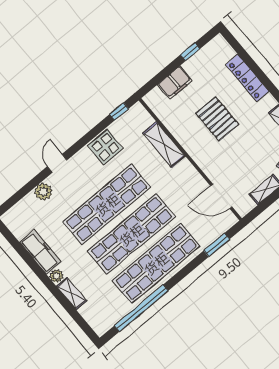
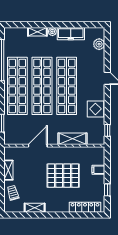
locker: (247, 78) -> (85, 207), moved
filing cabinet: (175, 83) -> (98, 170), width x0.50
pallet: (217, 119) -> (63, 176), width x1.37, depth x1.41
plant: (43, 192) -> (99, 44), moved
door: (221, 196) -> (38, 146), moved

